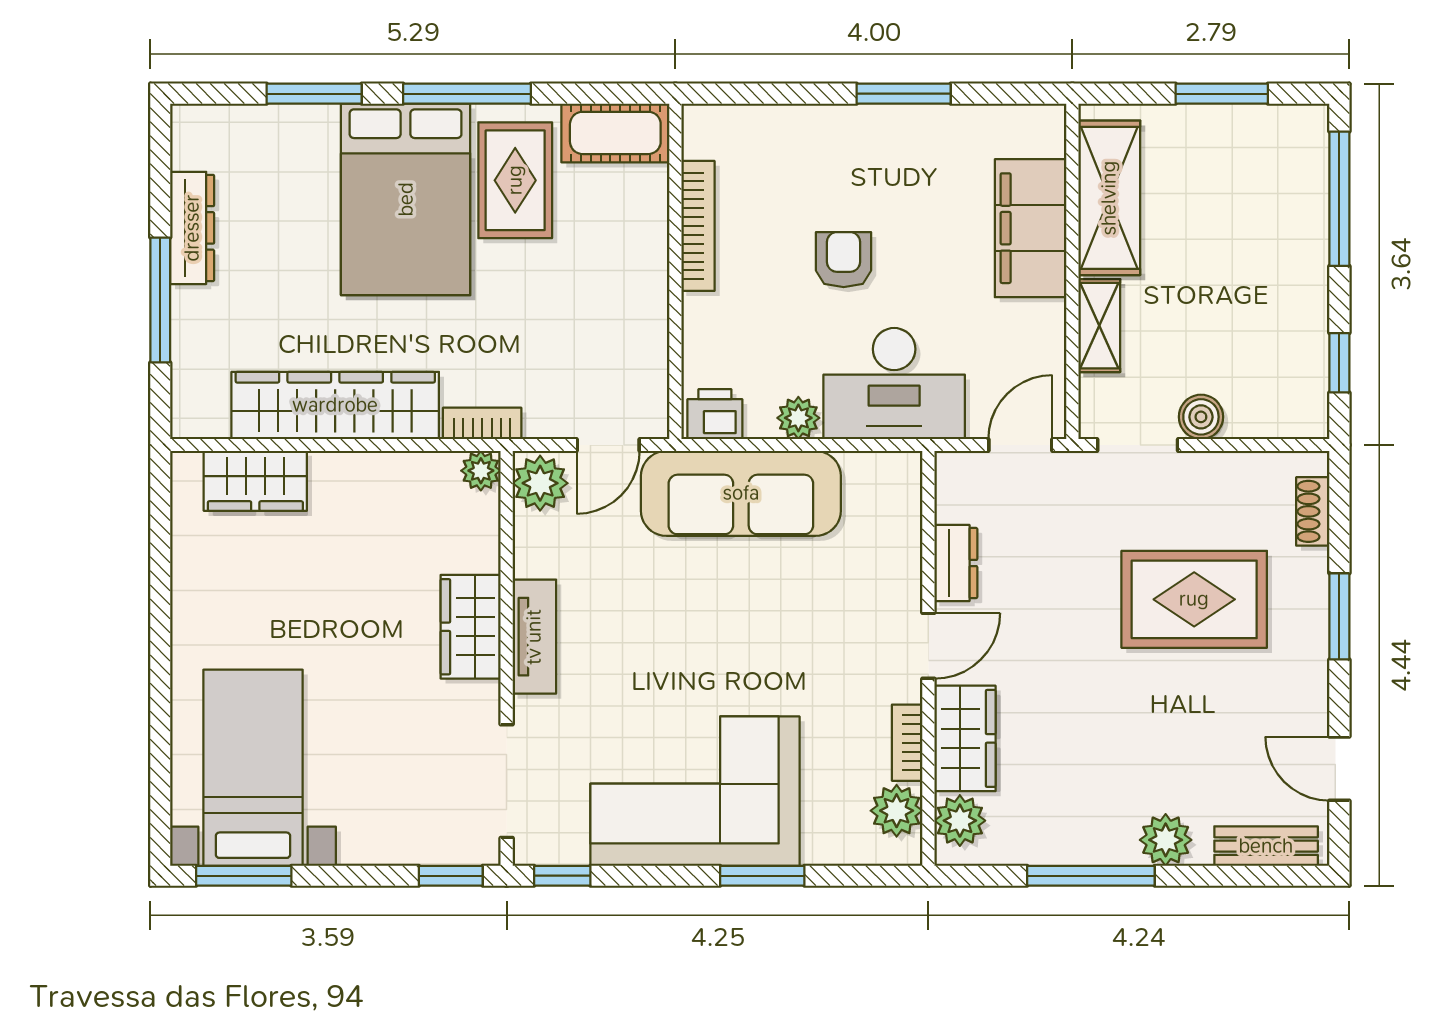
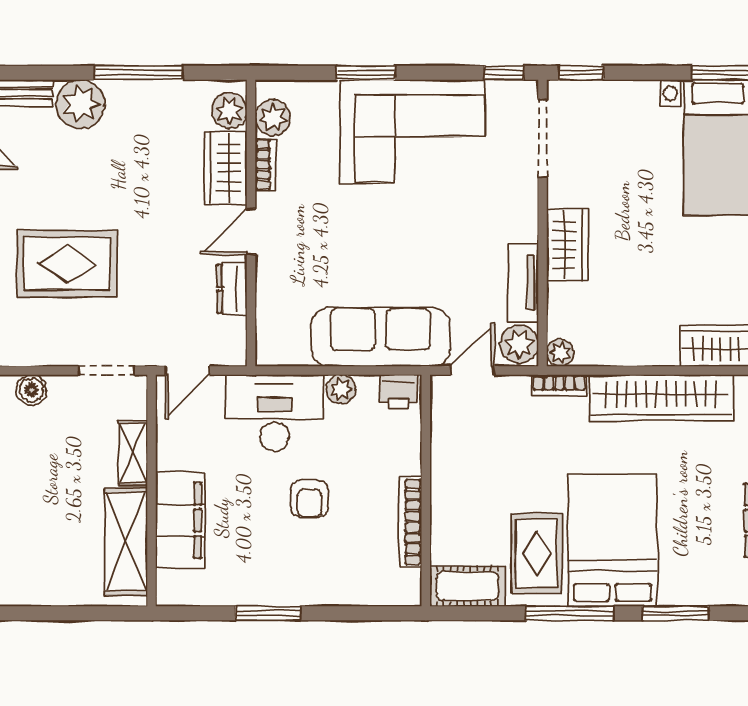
window: (1222, 94) -> (48, 613), removed
boiler: (1201, 417) -> (31, 390), moved
tv unit: (534, 637) -> (523, 283), moved
plant: (1166, 840) -> (80, 104), width x1.36, depth x1.36

